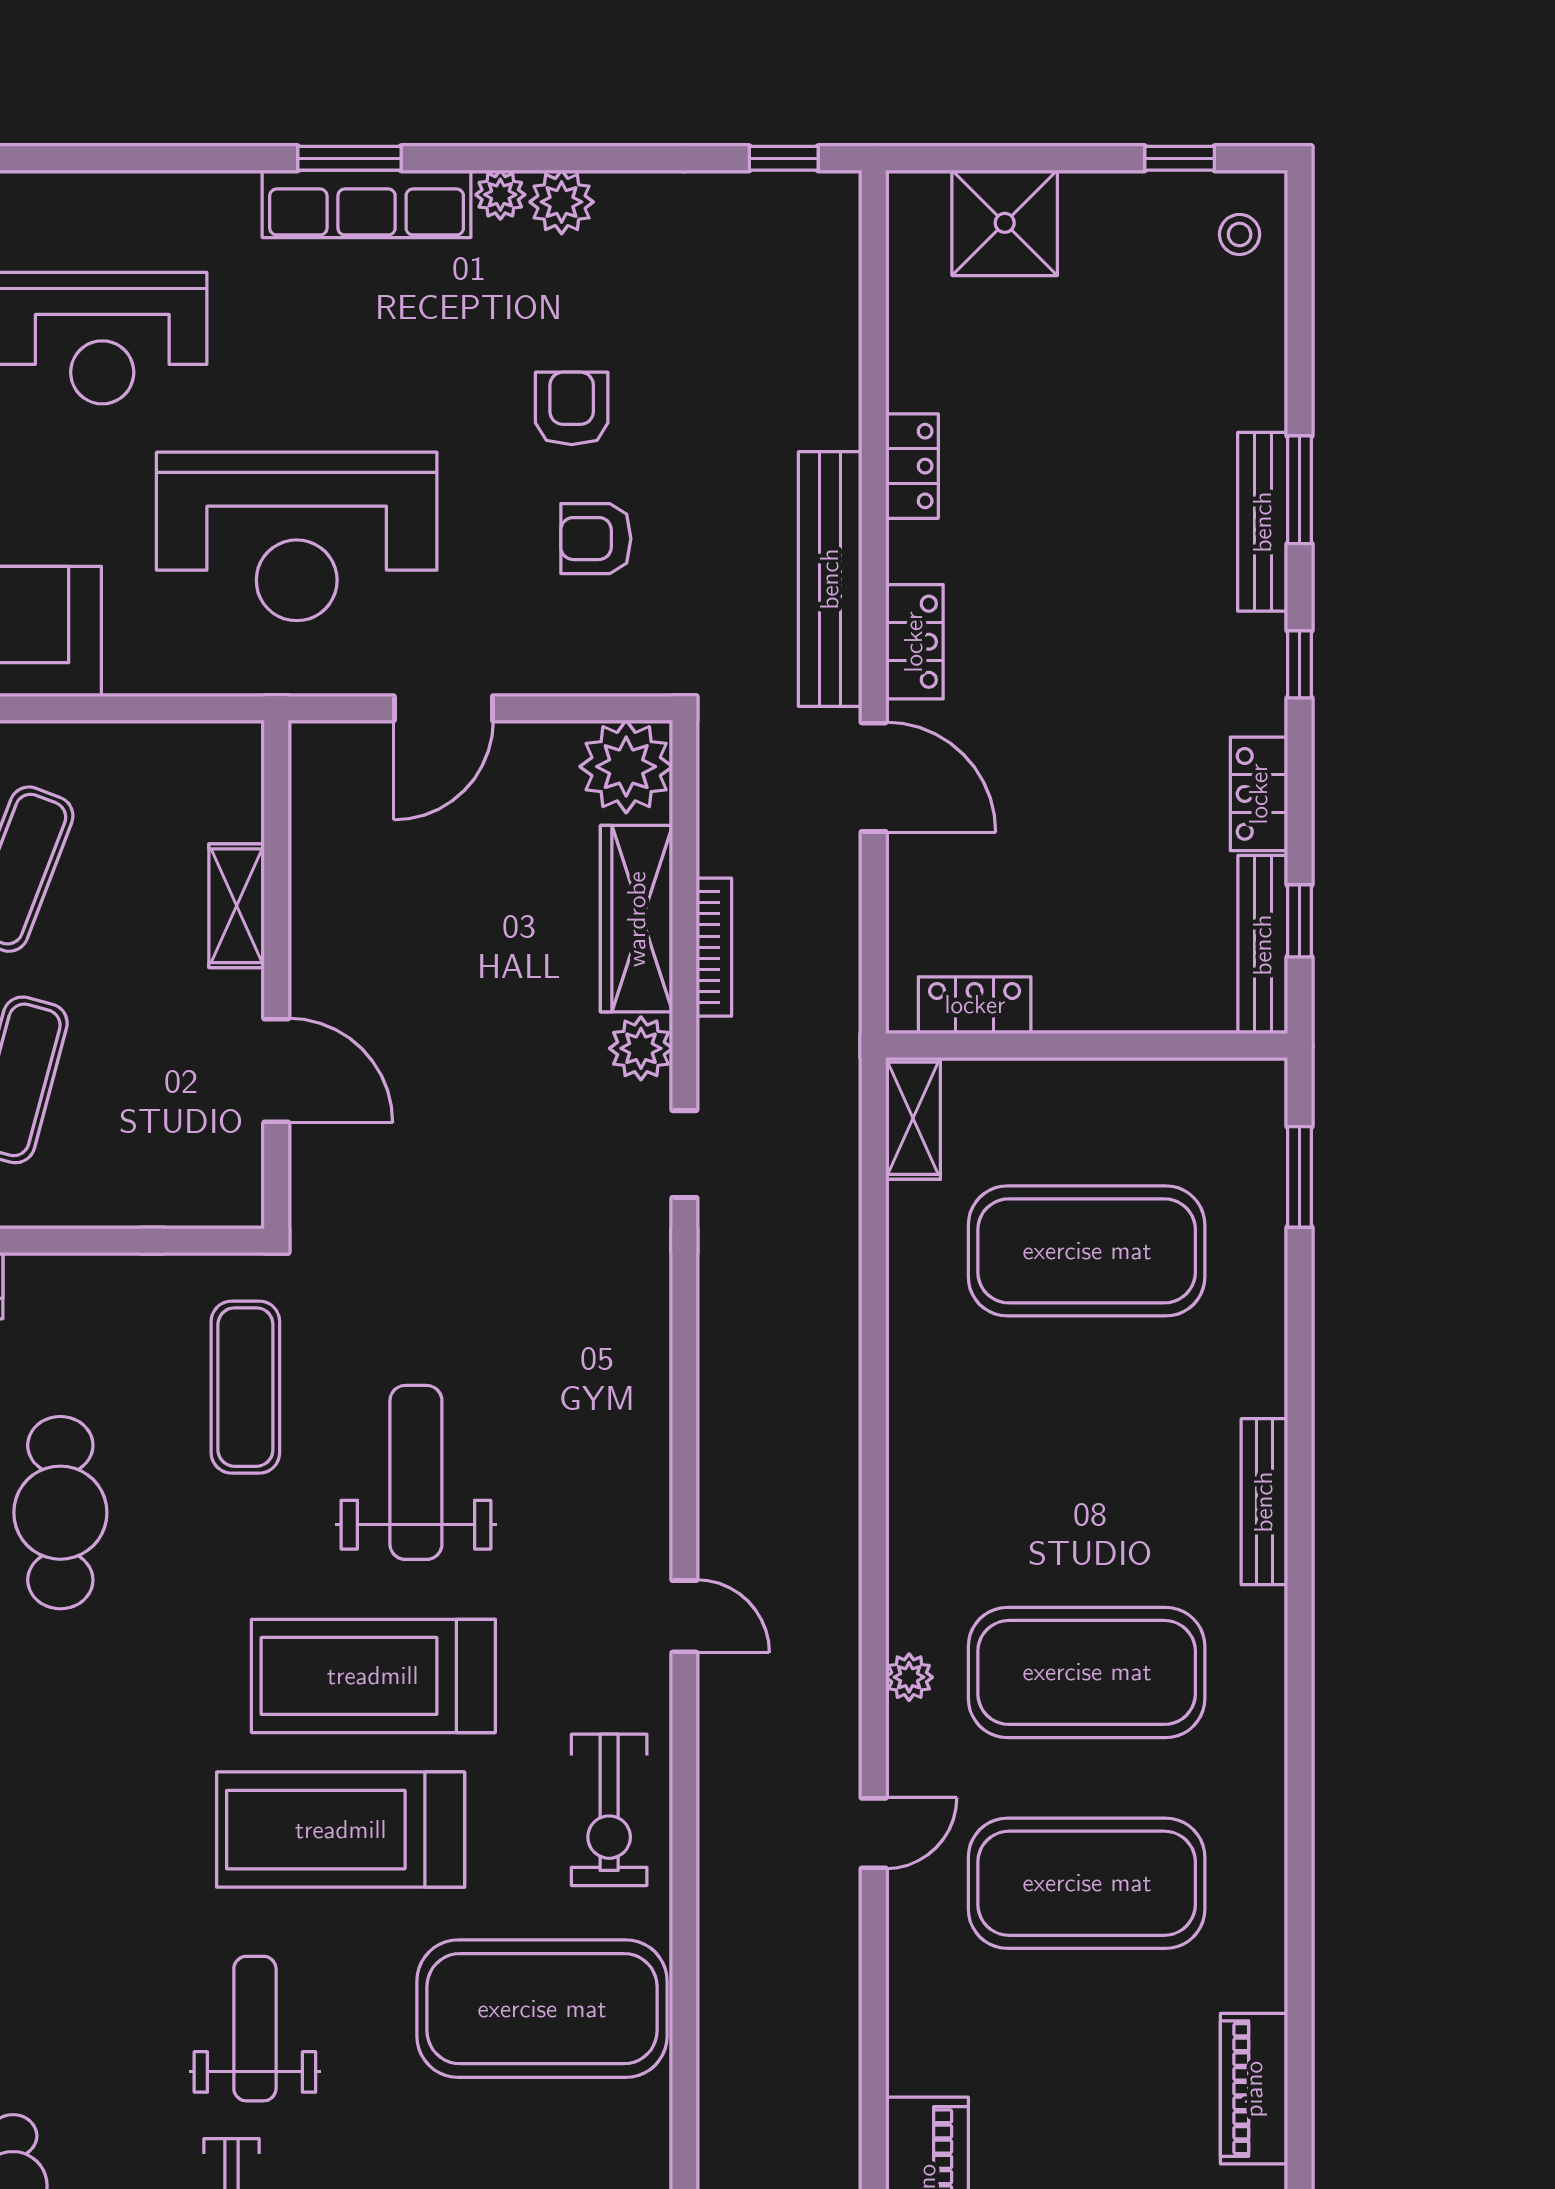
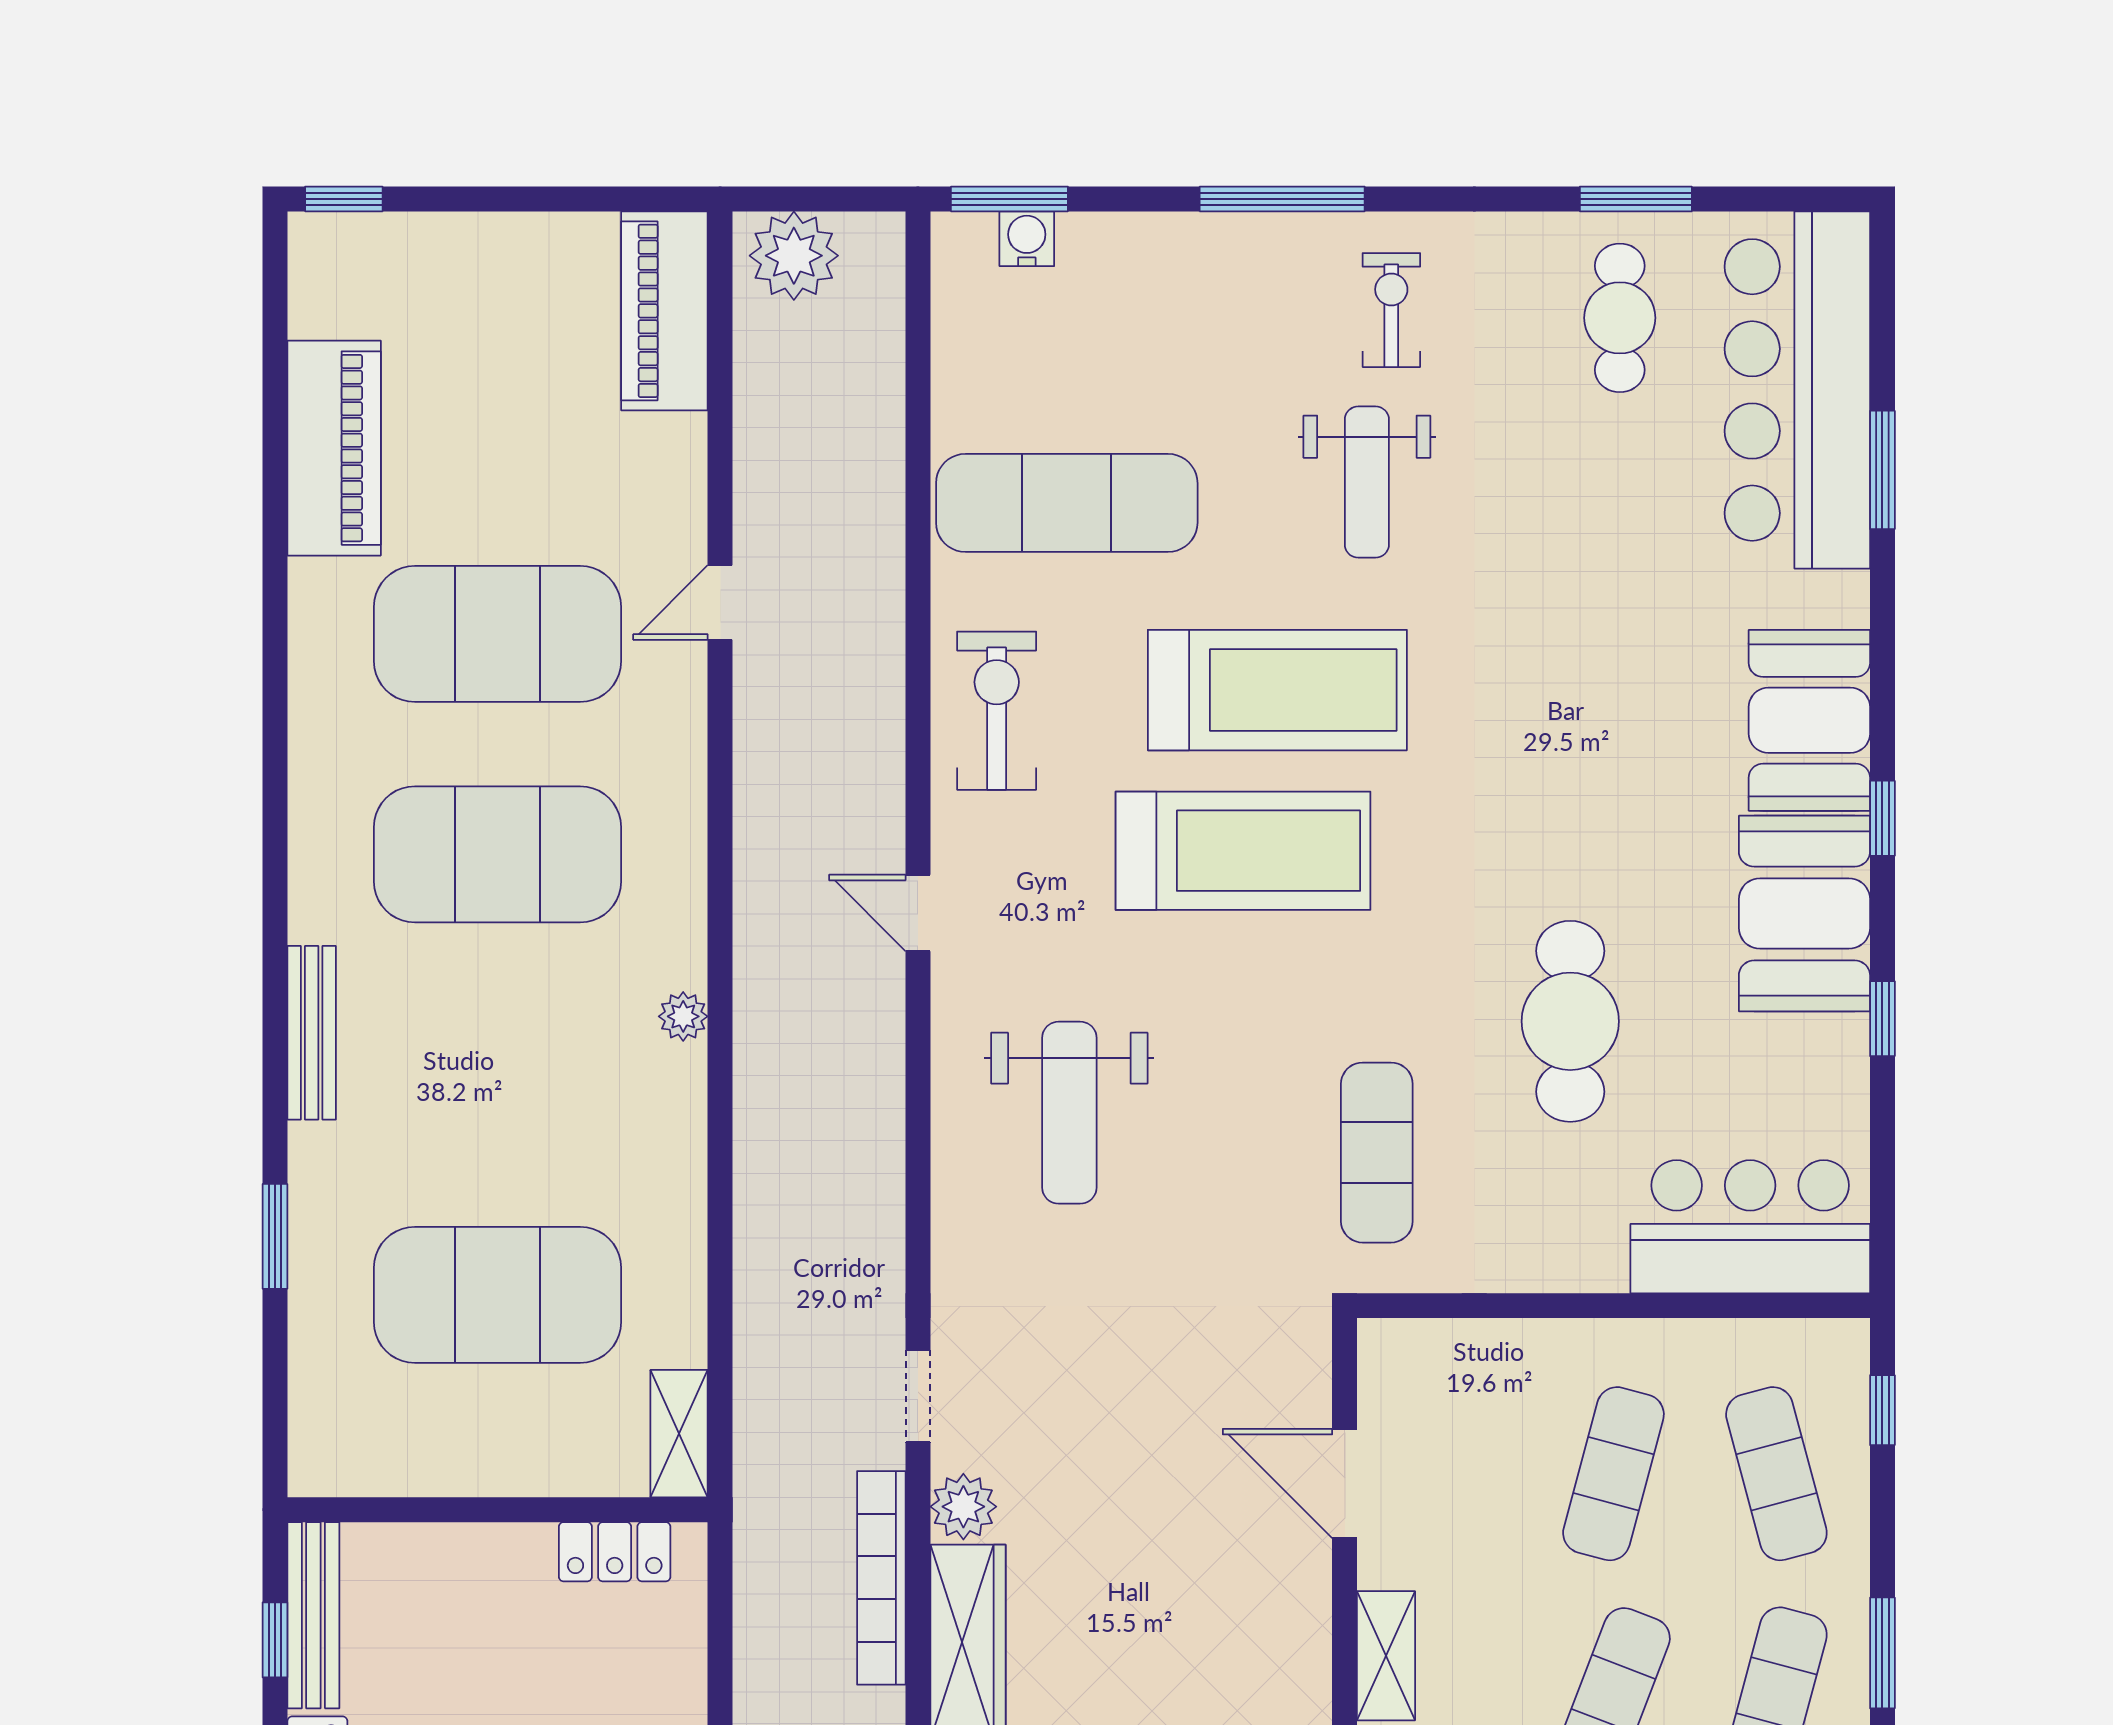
bookcase: (714, 947) -> (881, 1578), width x1.48, depth x1.31
window: (1300, 1177) -> (275, 1236), moved
weight bench: (416, 1472) -> (1069, 1113), moved
plant: (909, 1677) -> (683, 1016), moved
door: (874, 1833) -> (720, 603), moved
exercise mat: (542, 2009) -> (1067, 503), width x0.68
piano: (1254, 2089) -> (334, 448), width x1.37, depth x1.33

